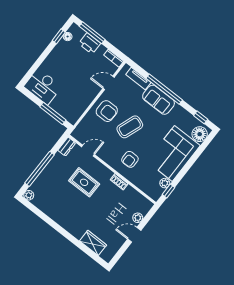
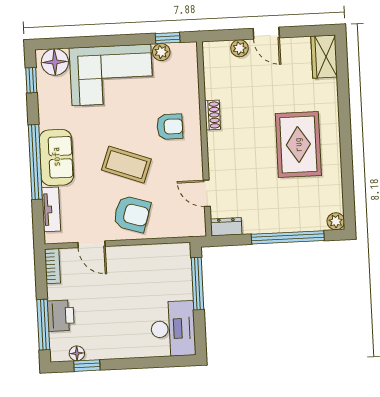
armchair: (107, 111) -> (132, 214), turned 107
rug: (84, 182) -> (298, 145), moved, width x1.36, depth x1.43
wardrobe: (93, 243) -> (324, 57), moved

